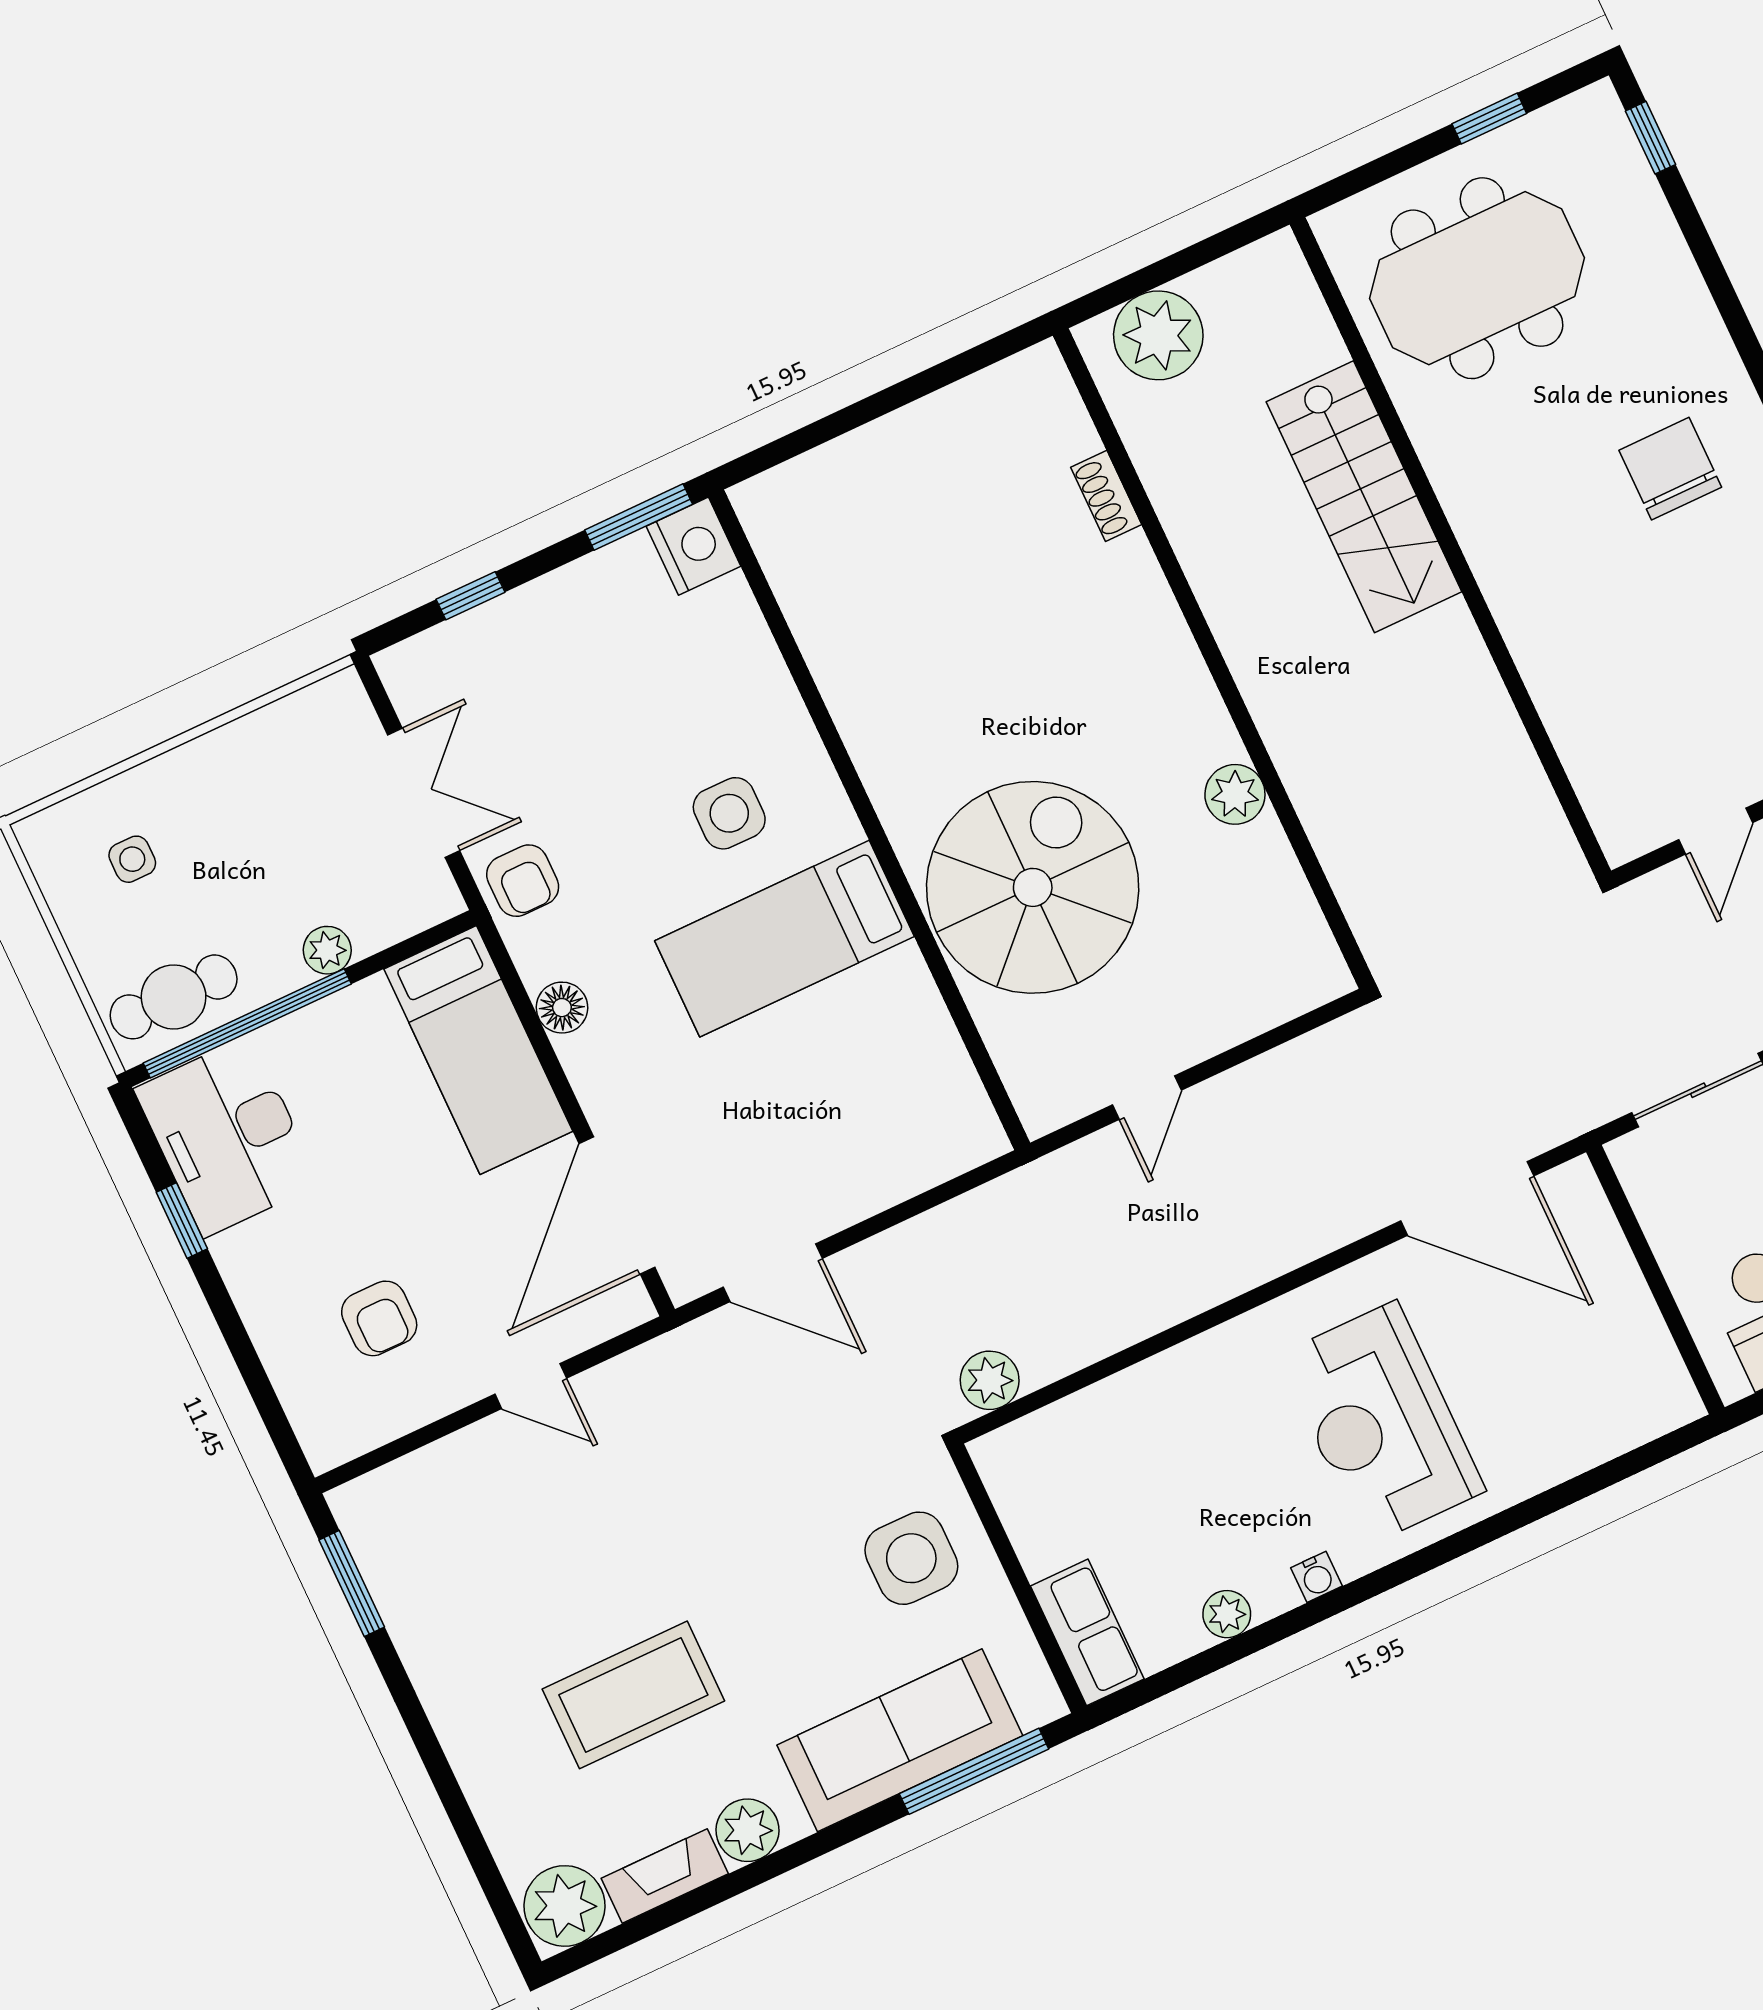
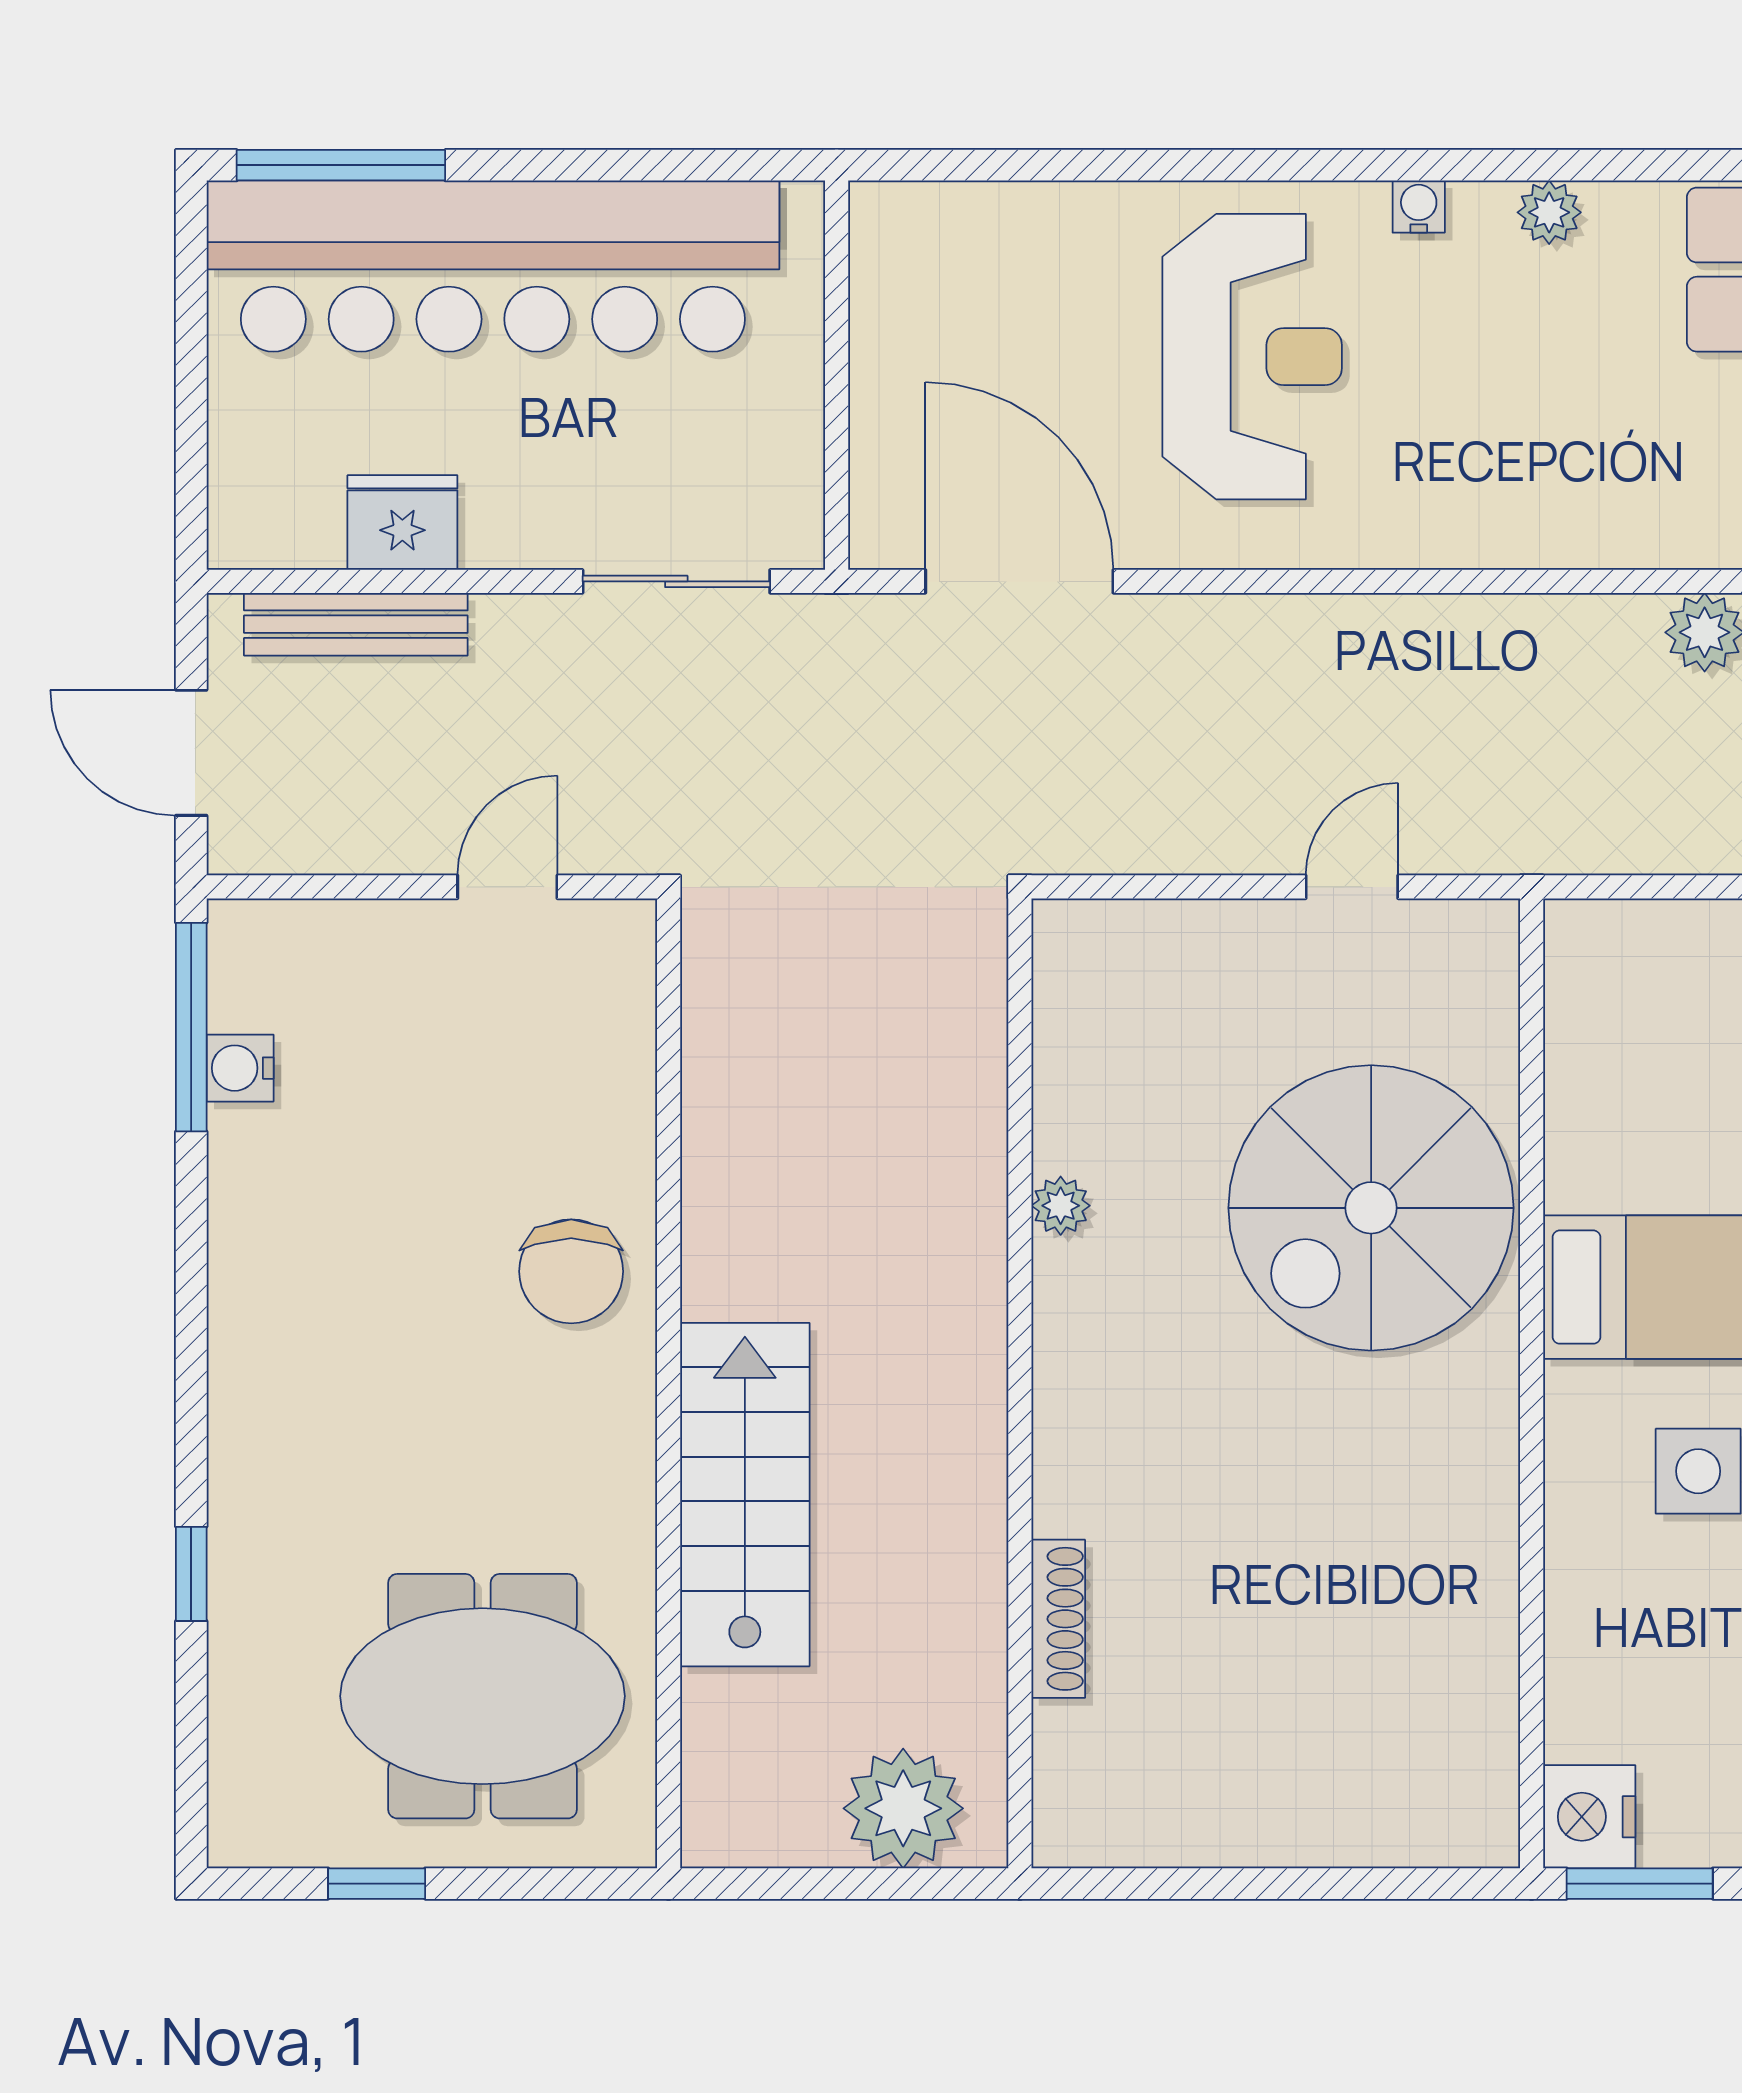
window: (1650, 138) -> (191, 1574), moved
chair: (1670, 469) -> (571, 1271), moved
shoe rack: (1106, 496) -> (1058, 1619), width x1.43
plant: (1235, 794) -> (1061, 1206), width x0.73, depth x0.73

